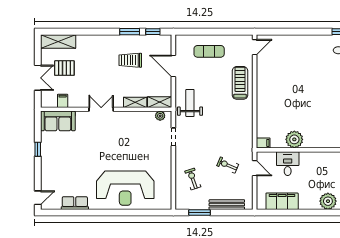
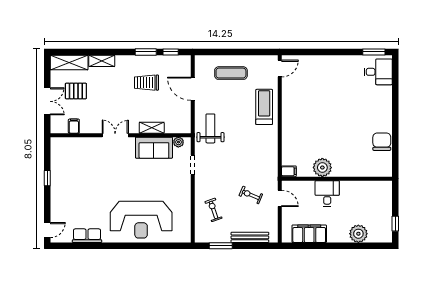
shelving: (160, 102) -> (102, 61), moved
sofa: (58, 121) -> (154, 148), moved
desk: (288, 164) -> (327, 193), moved

